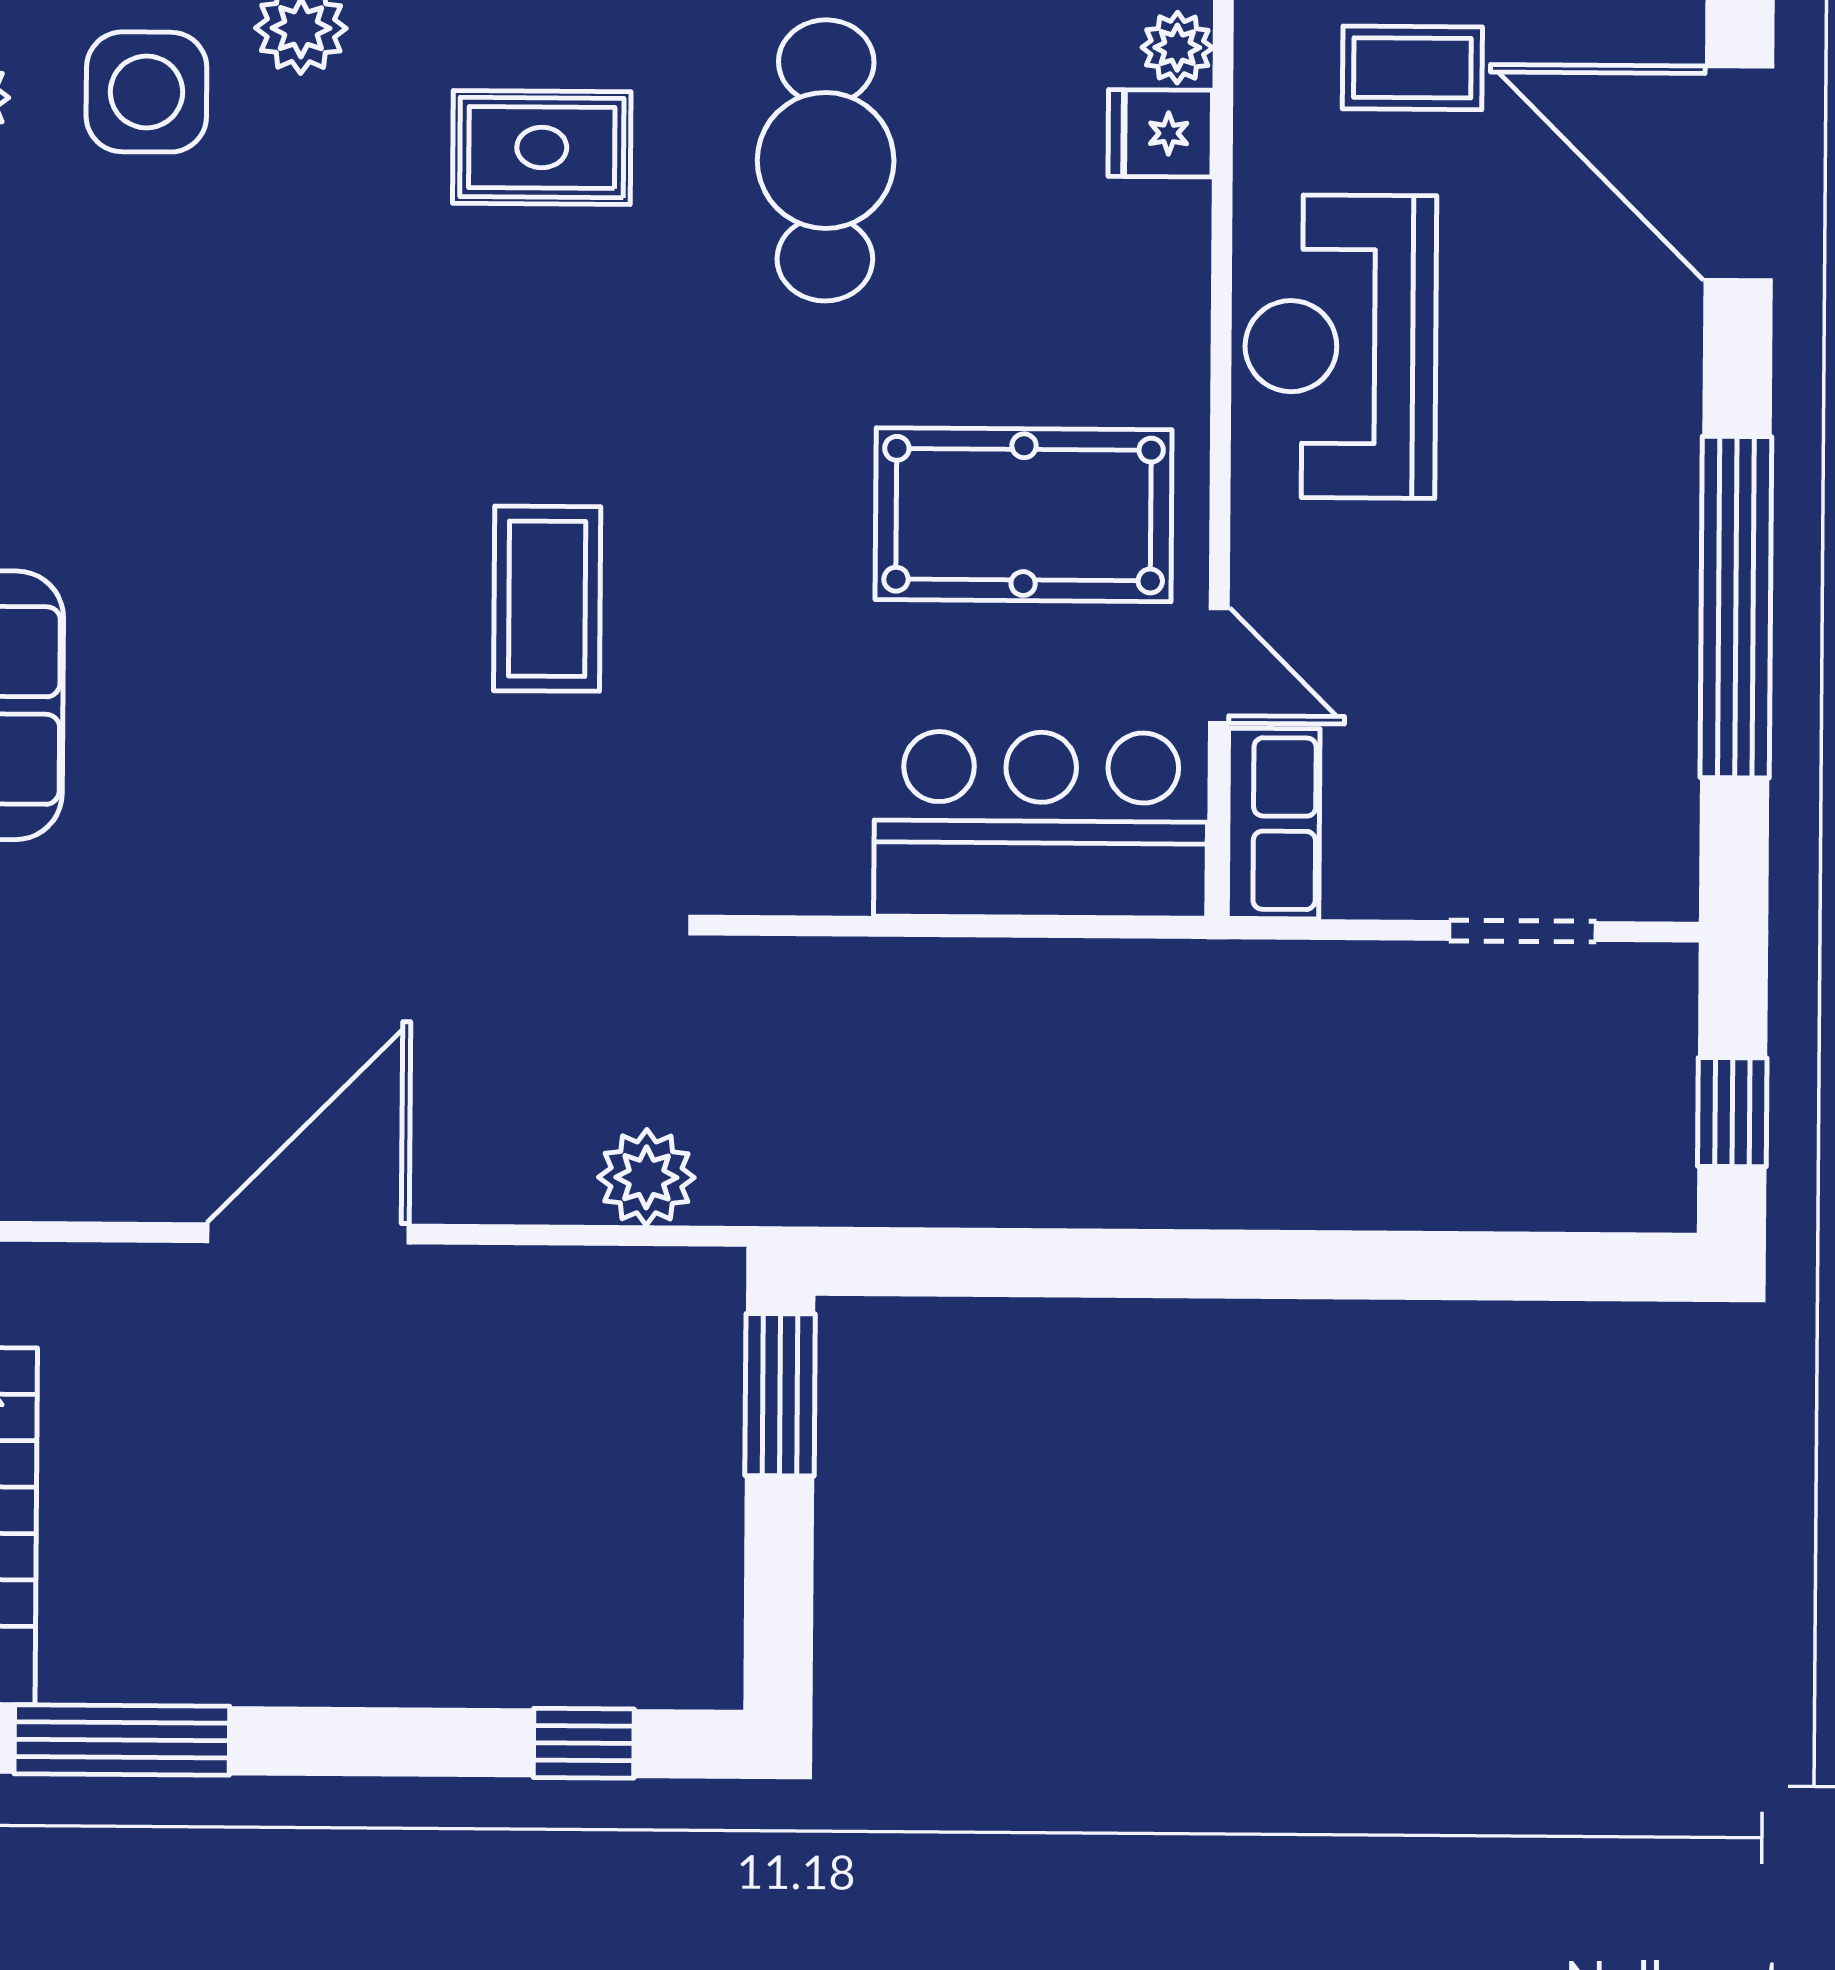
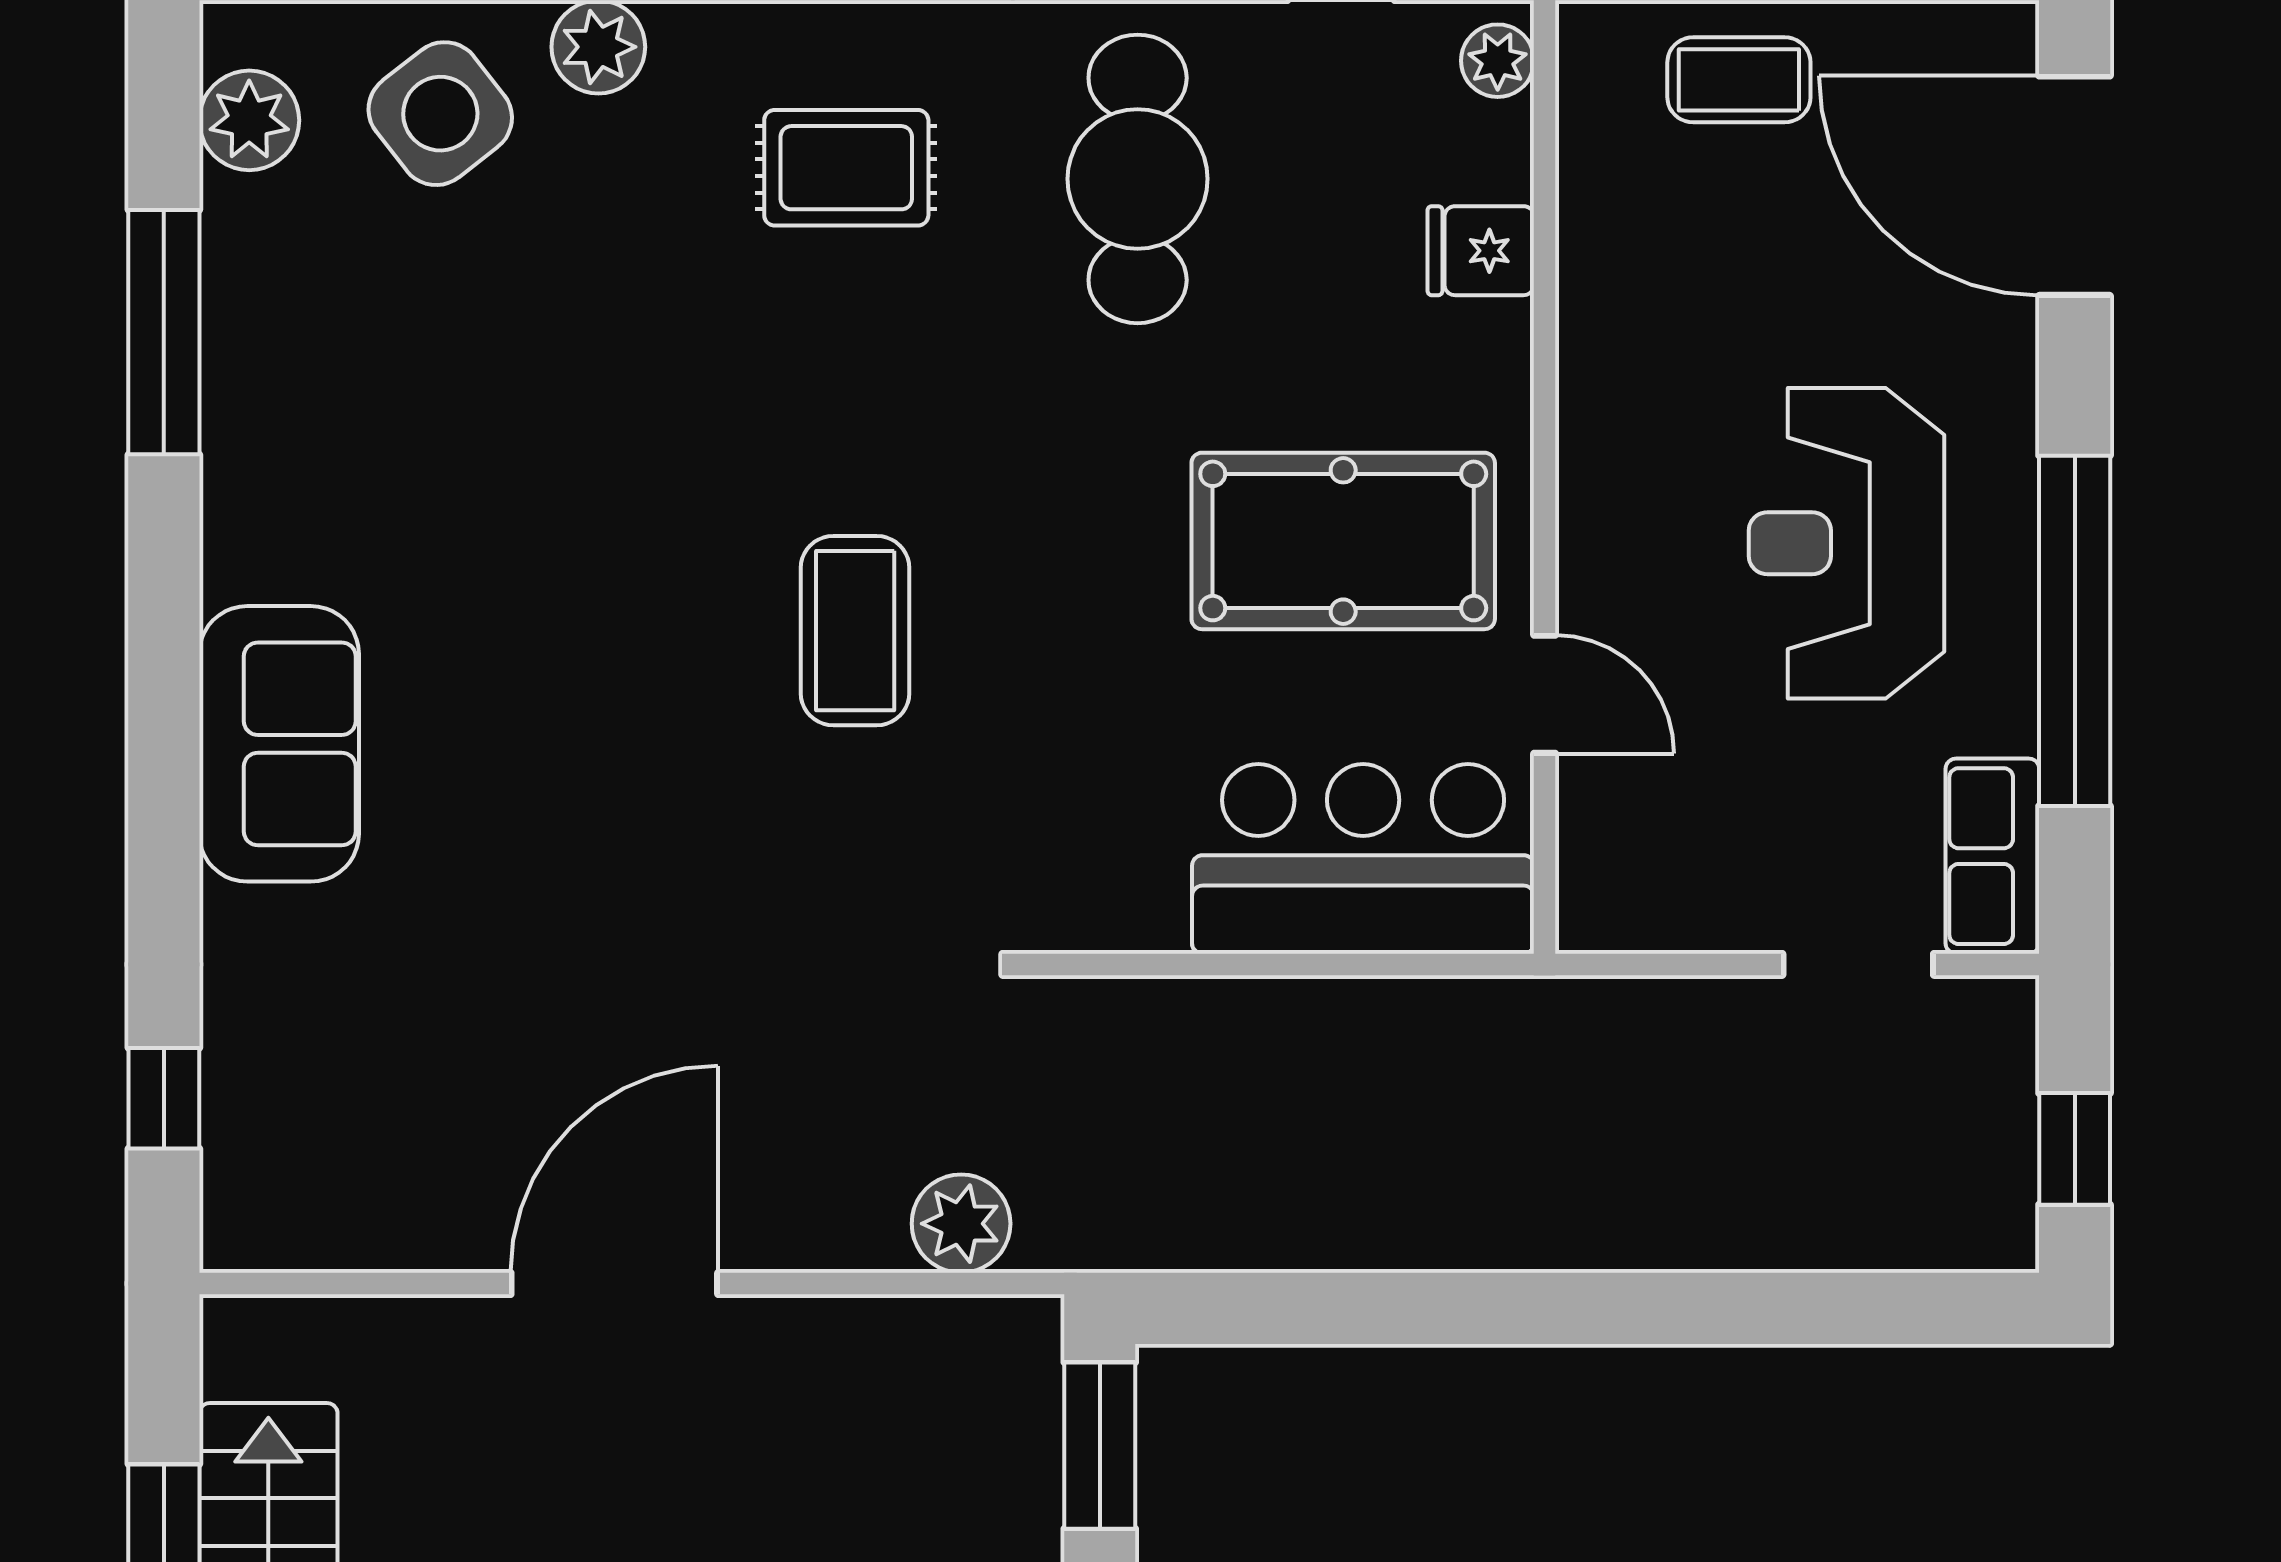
side table: (146, 92) -> (440, 114), turned -38
fridge: (1160, 133) -> (1481, 251), moved
reception desk: (1340, 346) -> (1846, 543), moved
row of seats: (1274, 824) -> (1992, 856), moved, turned 180

